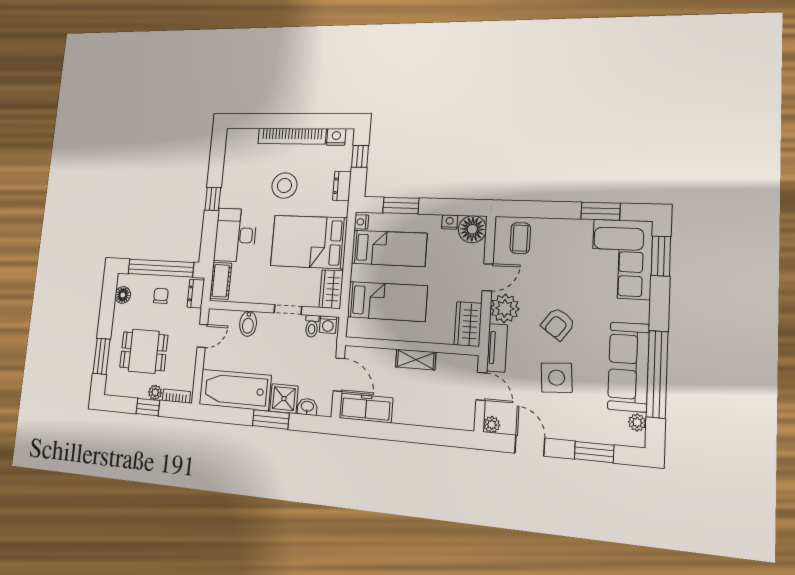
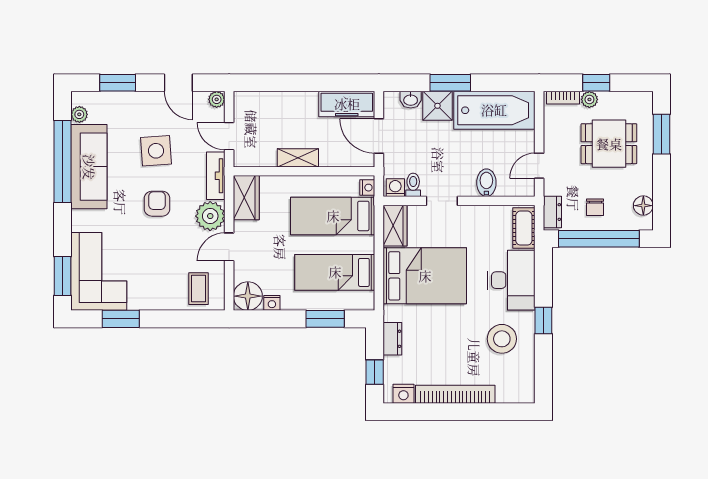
stool: (284, 186) -> (502, 339), moved
nightstand: (361, 222) -> (367, 188), moved
armchair: (558, 324) -> (157, 204), turned -36

